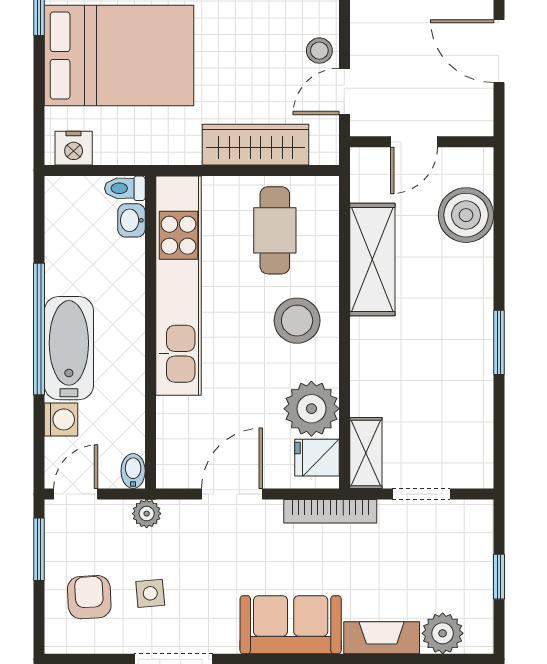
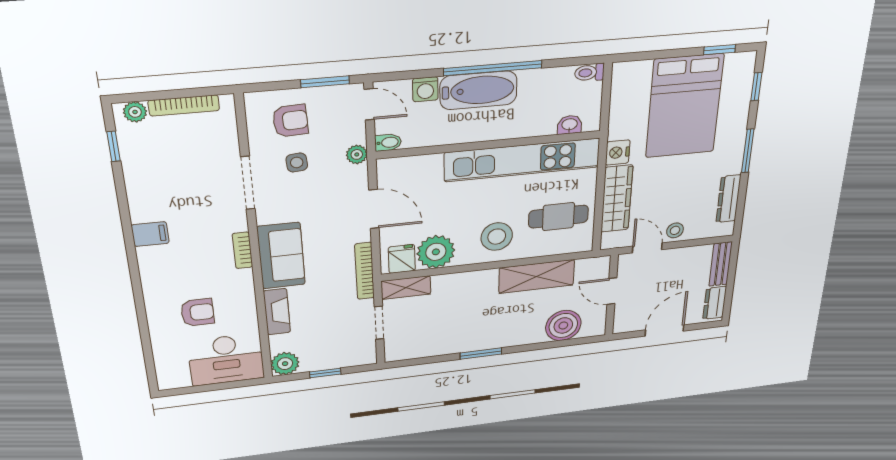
nightstand: (74, 148) -> (618, 152), moved
toilet: (125, 188) -> (589, 73), moved, turned -90
plant: (443, 633) -> (285, 364), moved

